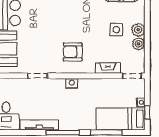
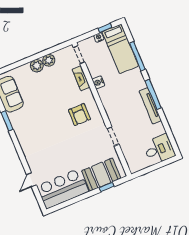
side table: (116, 30) -> (44, 85), removed
nightstand: (72, 84) -> (98, 82), moved
tv unit: (39, 125) -> (150, 106), moved

